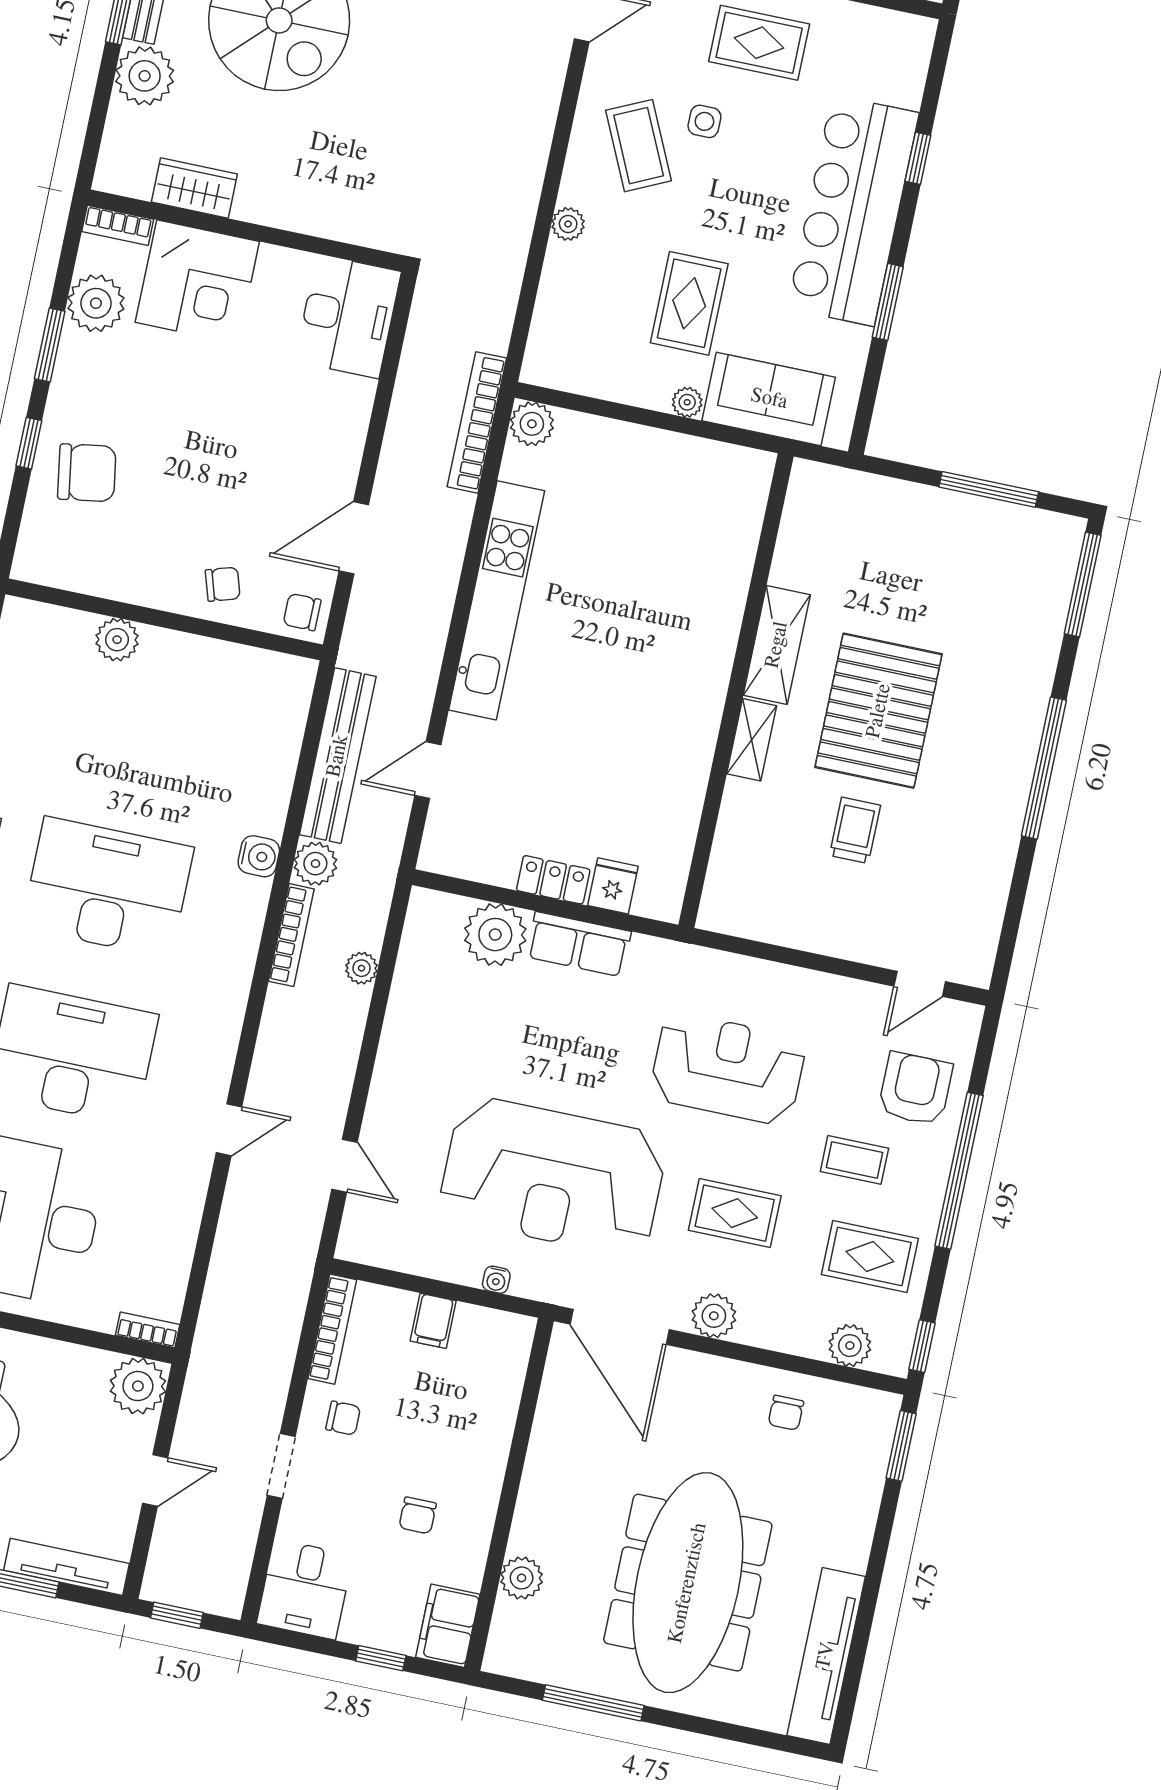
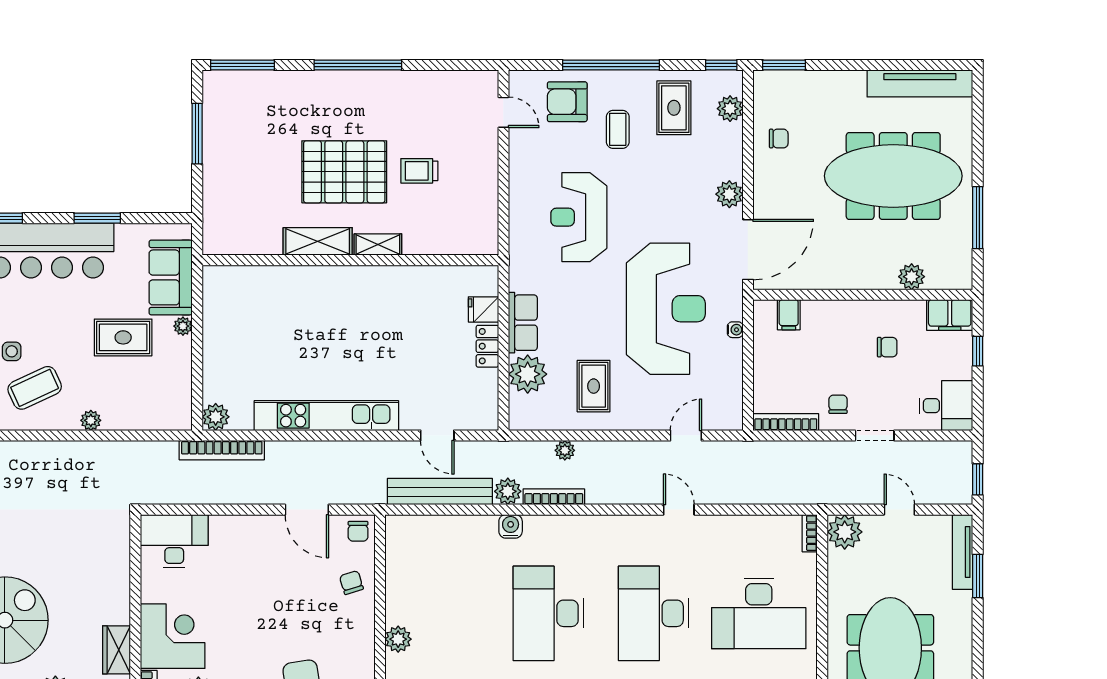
rug: (735, 1213) -> (594, 386), moved
filing cabinet: (433, 1321) -> (789, 315), moved, turned 90

